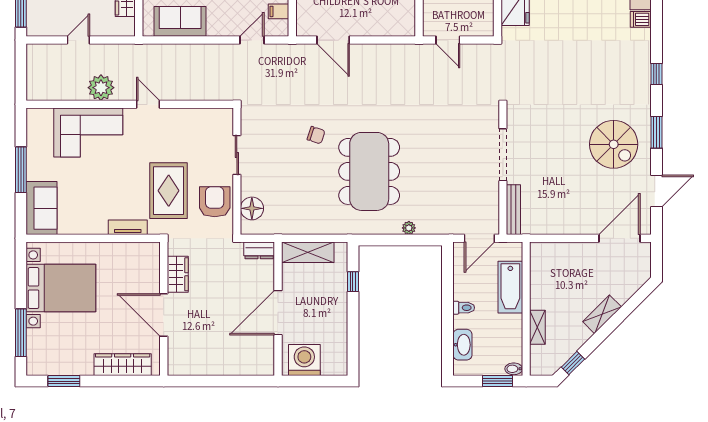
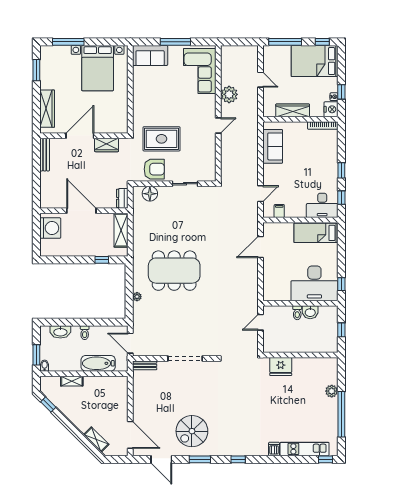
door: (252, 40) -> (260, 194), hinge flipped
corner sofa: (88, 132) -> (200, 71), moved
chair: (316, 135) -> (198, 236), removed
bench: (513, 210) -> (145, 365), width x0.73
tv unit: (128, 227) -> (137, 112), removed
shelving: (602, 314) -> (96, 440), moved
bench: (192, 369) -> (45, 155), added

